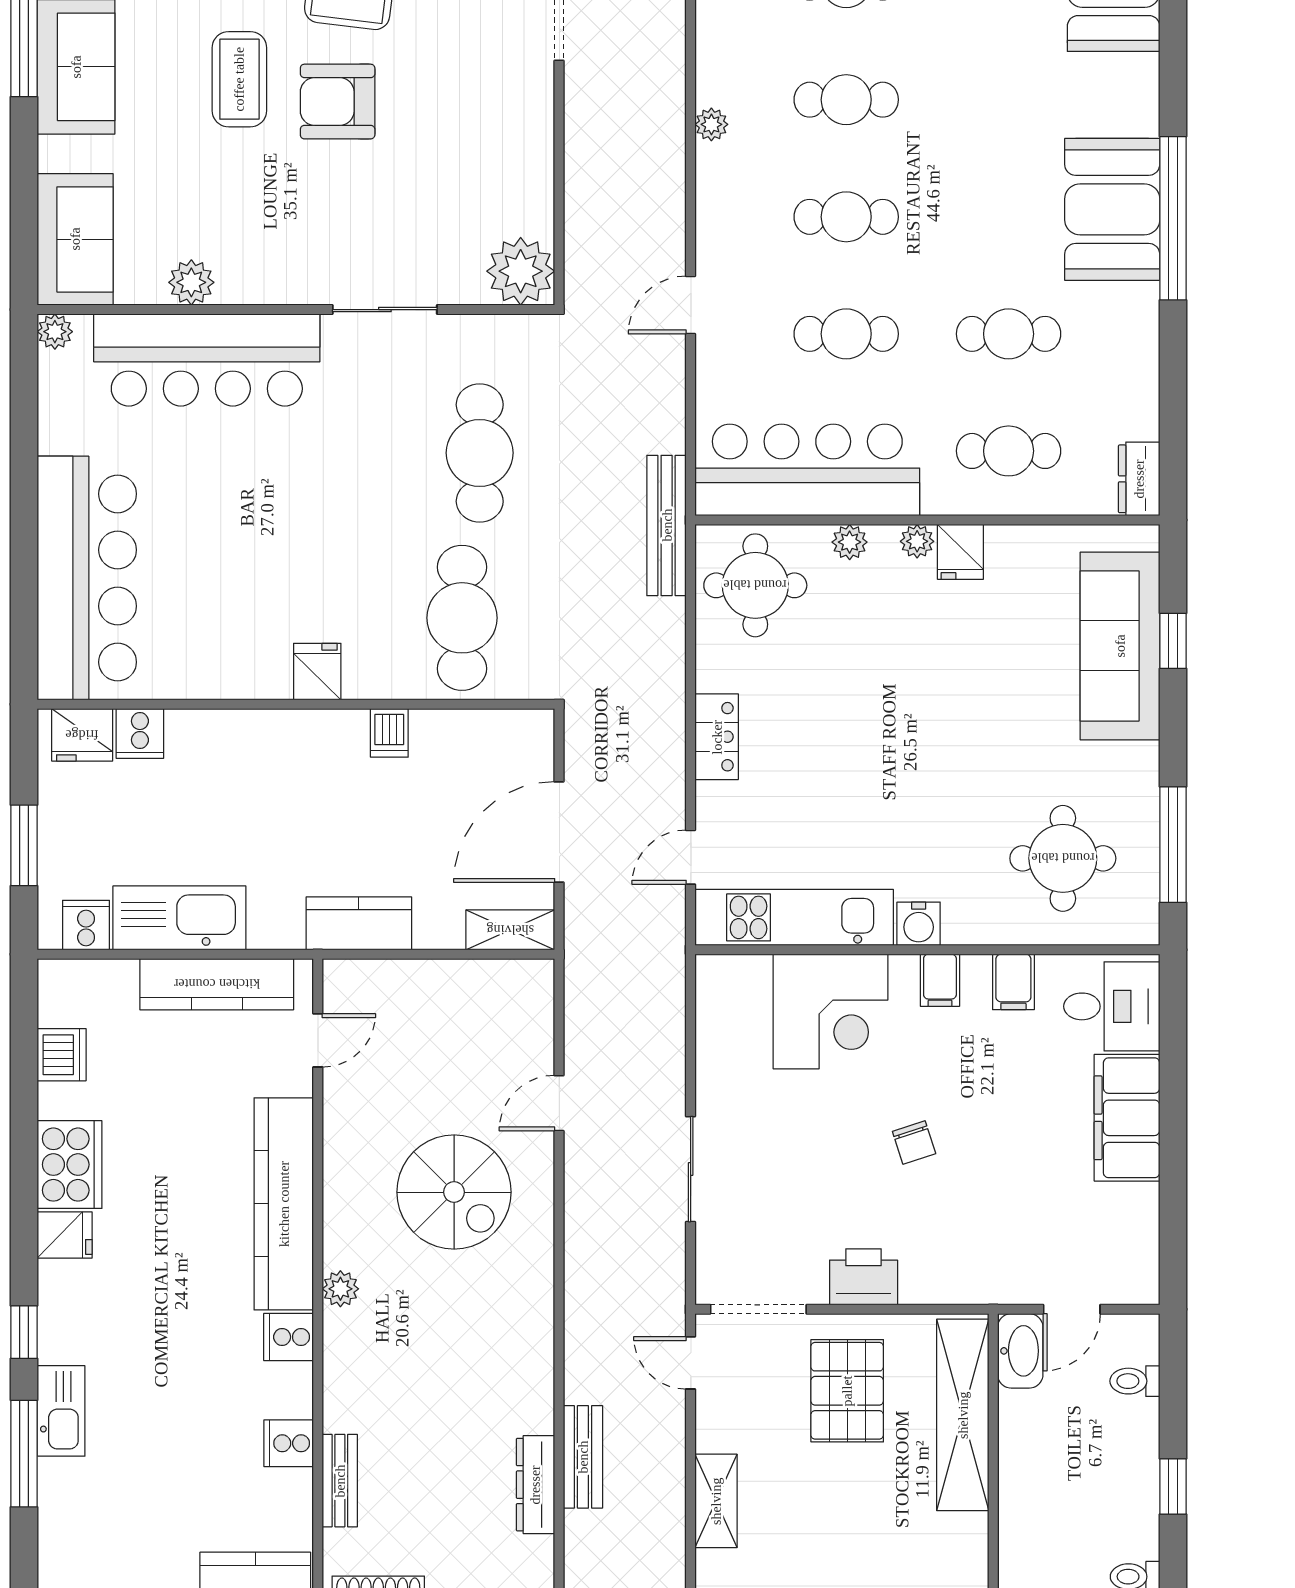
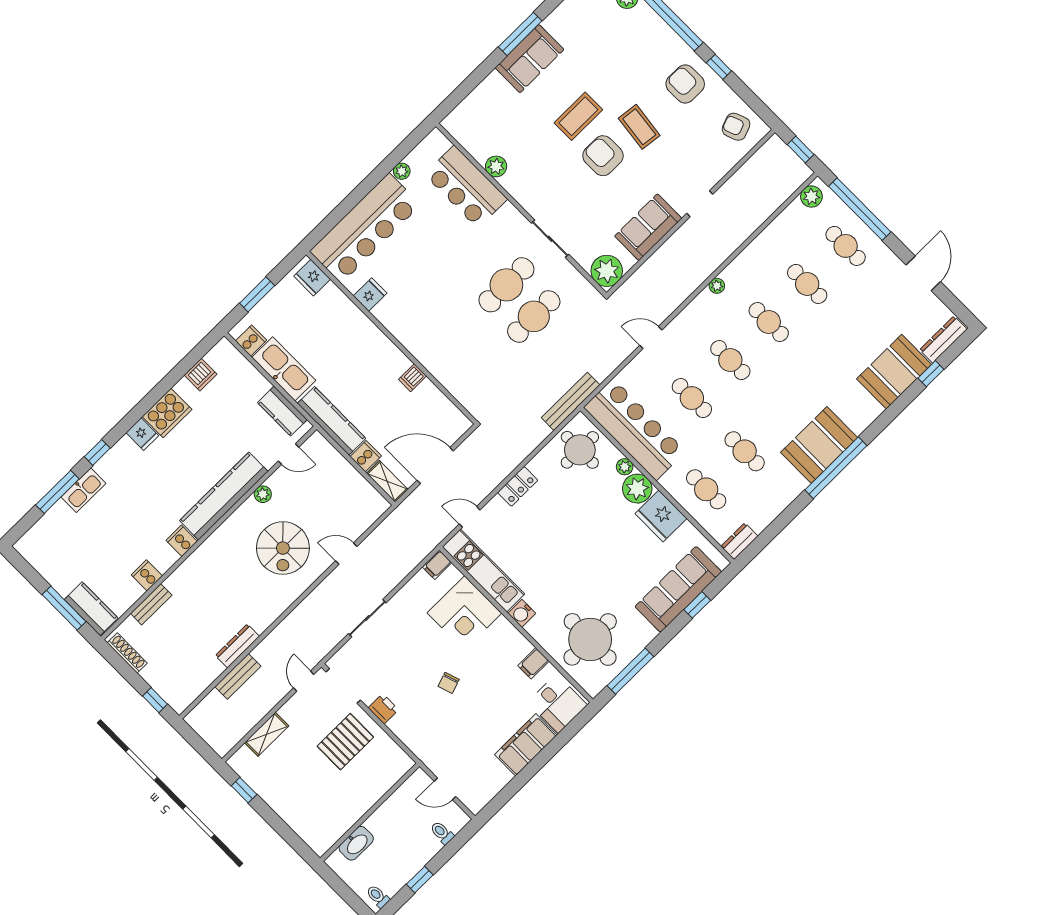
sofa: (75, 239) -> (648, 227), moved, turned 180
plant: (55, 332) -> (402, 171), moved
bar counter: (207, 360) -> (466, 187), width x0.73
plant: (917, 541) -> (637, 489), width x1.87, depth x1.87
fridge: (960, 552) -> (661, 516), width x1.88, depth x1.34
cafe table: (462, 618) -> (506, 285), moved
fridge: (317, 672) -> (370, 295), moved
cooker: (140, 734) -> (366, 456), moved, turned 180
round table: (1063, 858) -> (590, 639), width x1.36, depth x1.36
kitchen counter: (359, 923) -> (332, 421), width x1.50
filing cabinet: (940, 980) -> (437, 565), moved
kitchen counter: (217, 984) -> (282, 411), width x0.67
printer: (864, 1277) -> (383, 709), width x0.73, depth x0.81
plant: (340, 1289) -> (263, 494), moved
washbasin: (1020, 1351) -> (356, 843), moved
shelving: (963, 1415) -> (375, 787), removed
dresser: (535, 1485) -> (237, 646), moved

